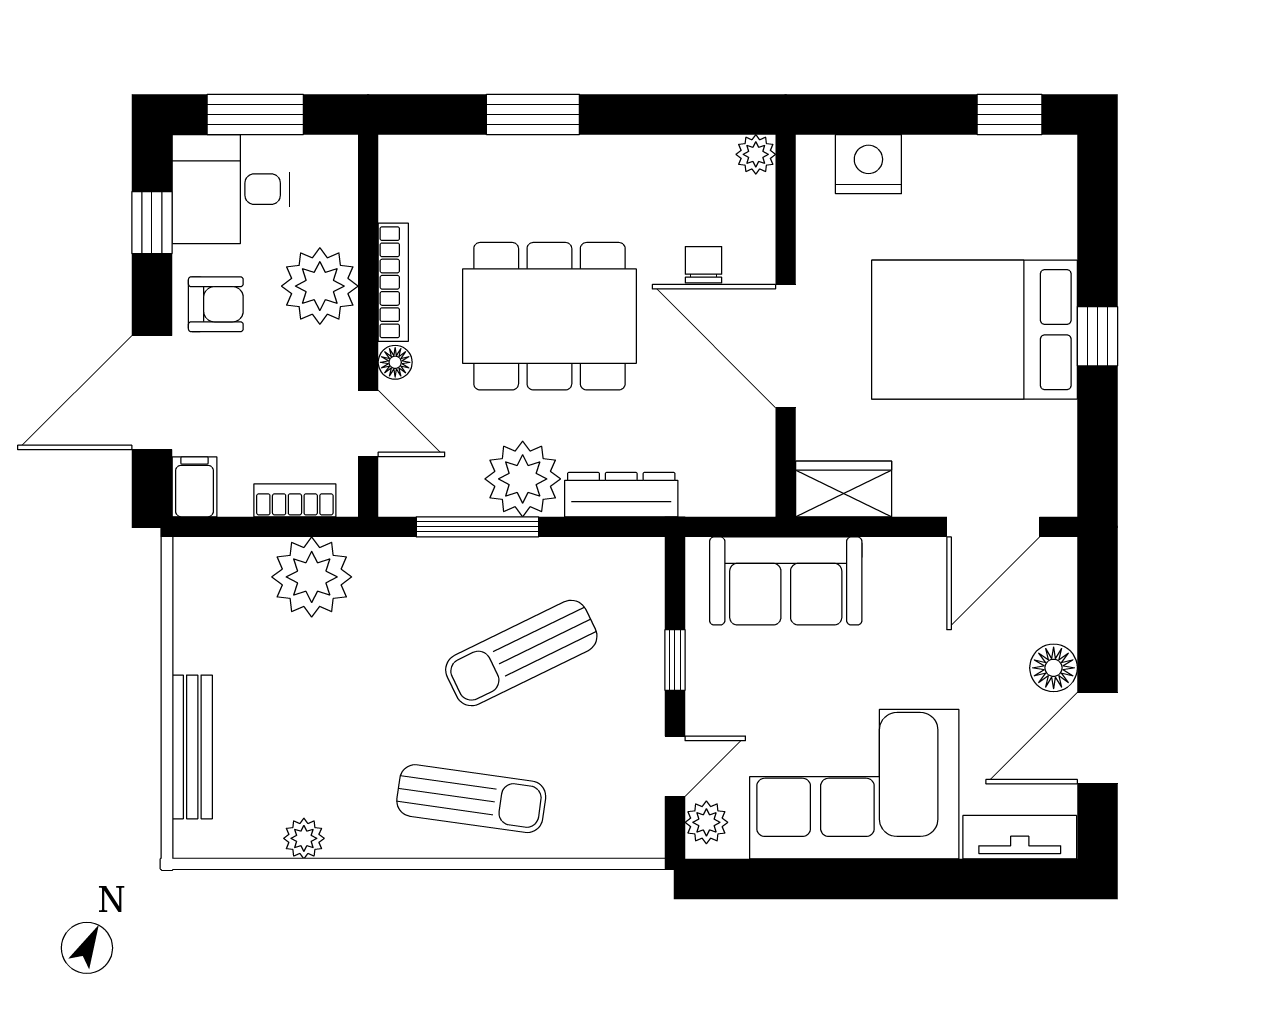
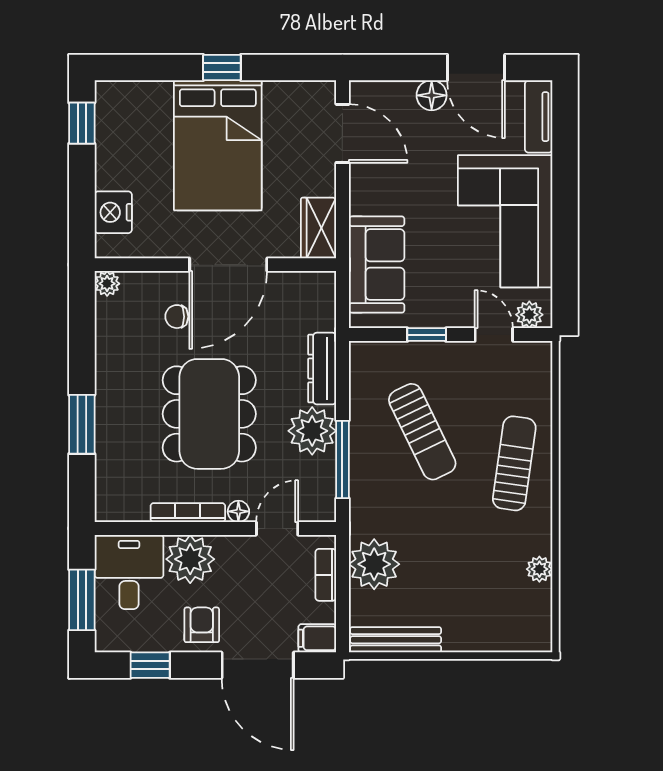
desk: (231, 189) -> (129, 572), moved, turned 180
bench: (192, 747) -> (396, 640), moved

